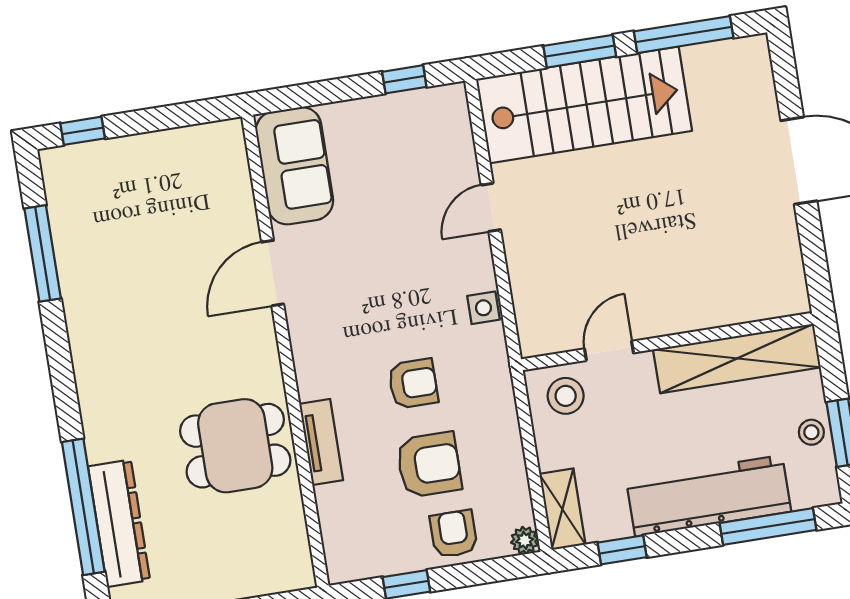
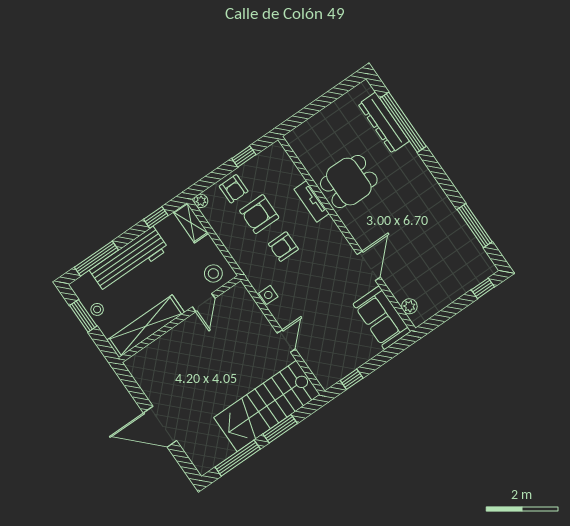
plant: (234, 163) -> (409, 306), added

